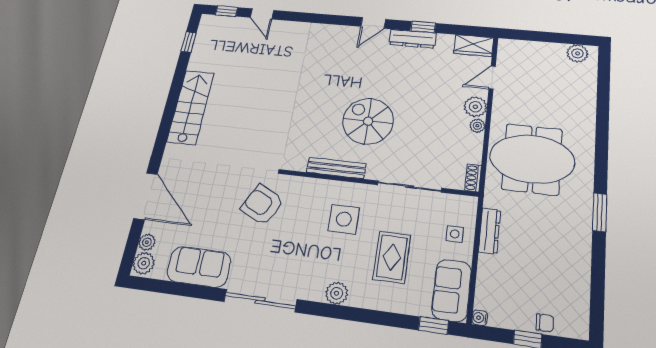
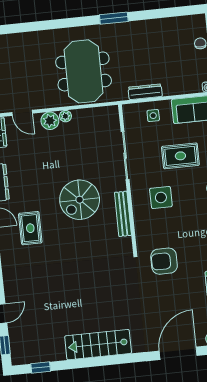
rug: (349, 61) -> (30, 228), added
shoe rack: (473, 178) -> (108, 111), removed
armchair: (262, 205) -> (164, 261), turned 64

